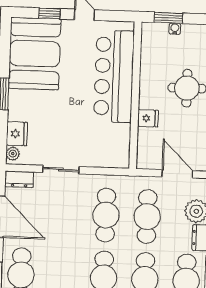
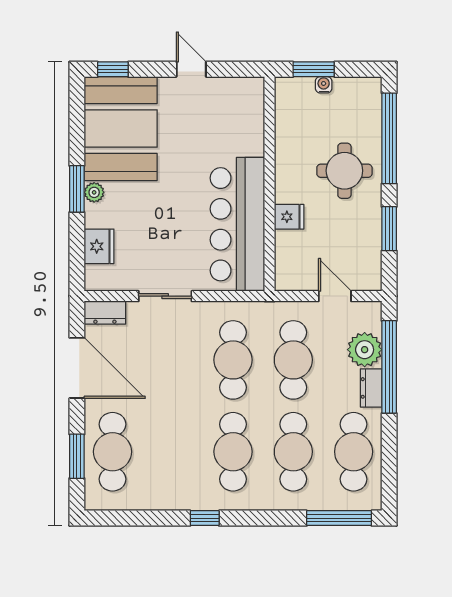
window: (50, 13) -> (113, 69), moved
bar counter: (114, 76) -> (237, 224), moved
plant: (13, 154) -> (94, 192), moved
door: (177, 174) -> (335, 296), width x0.73

